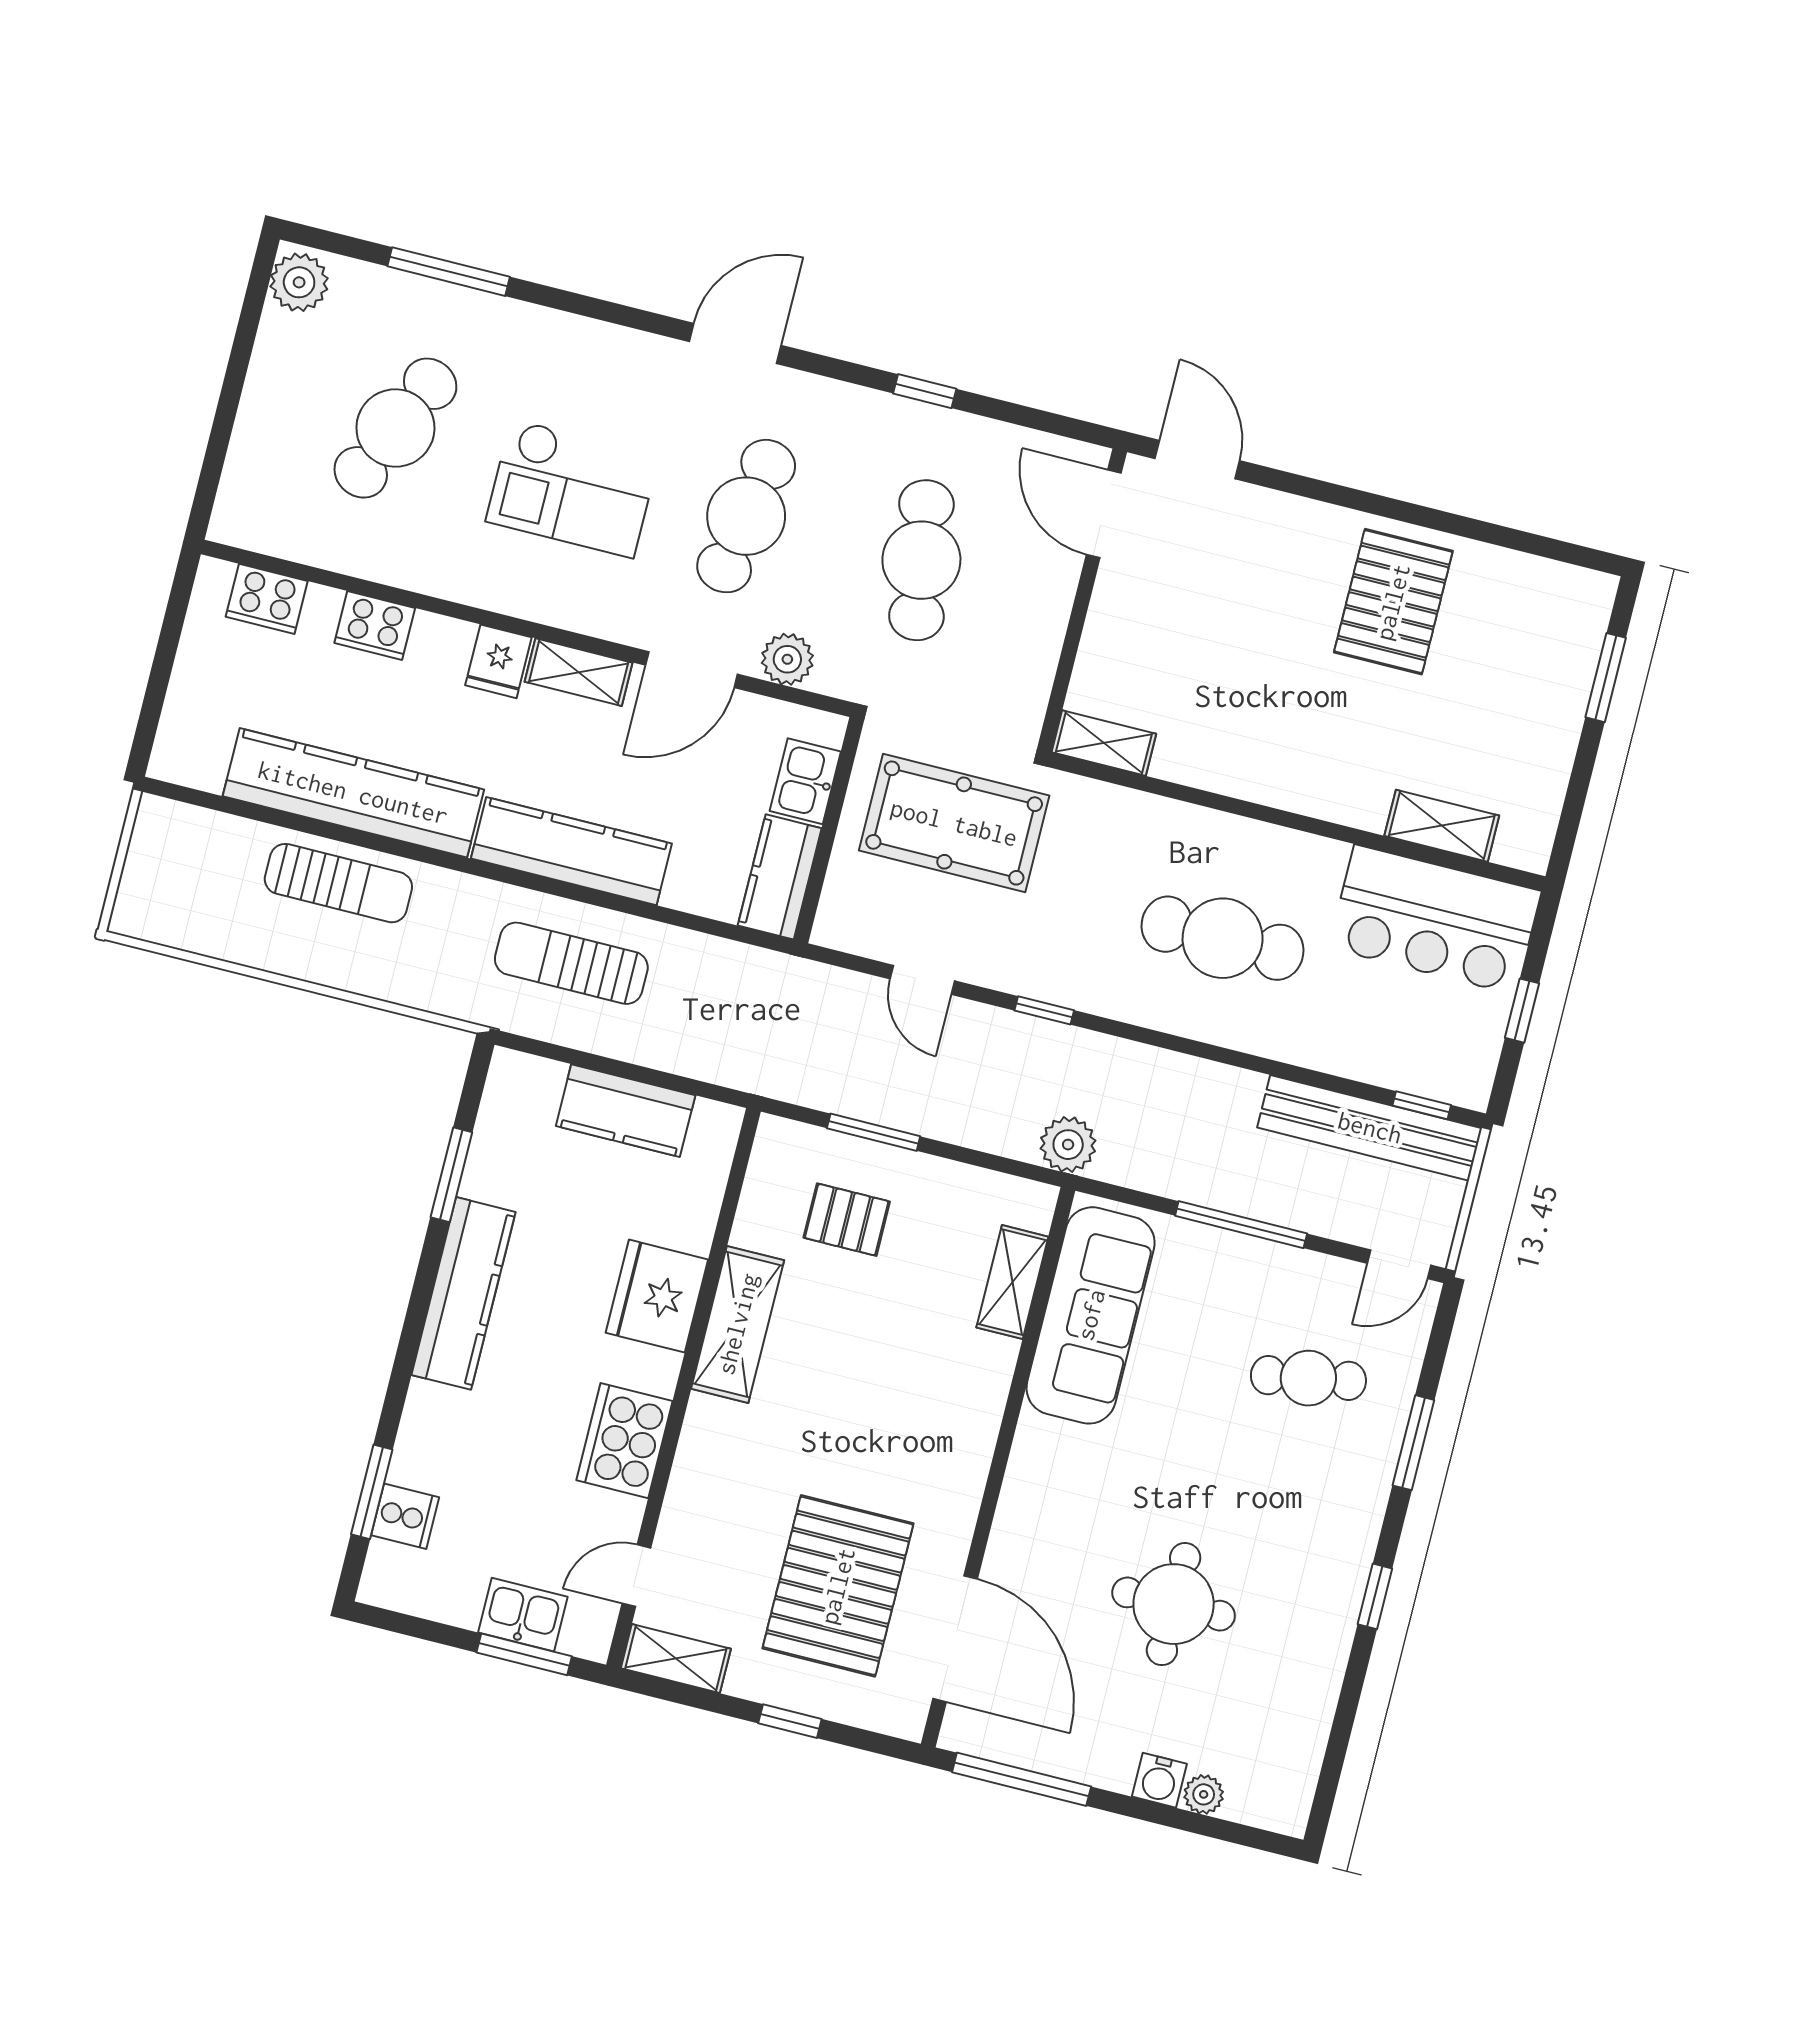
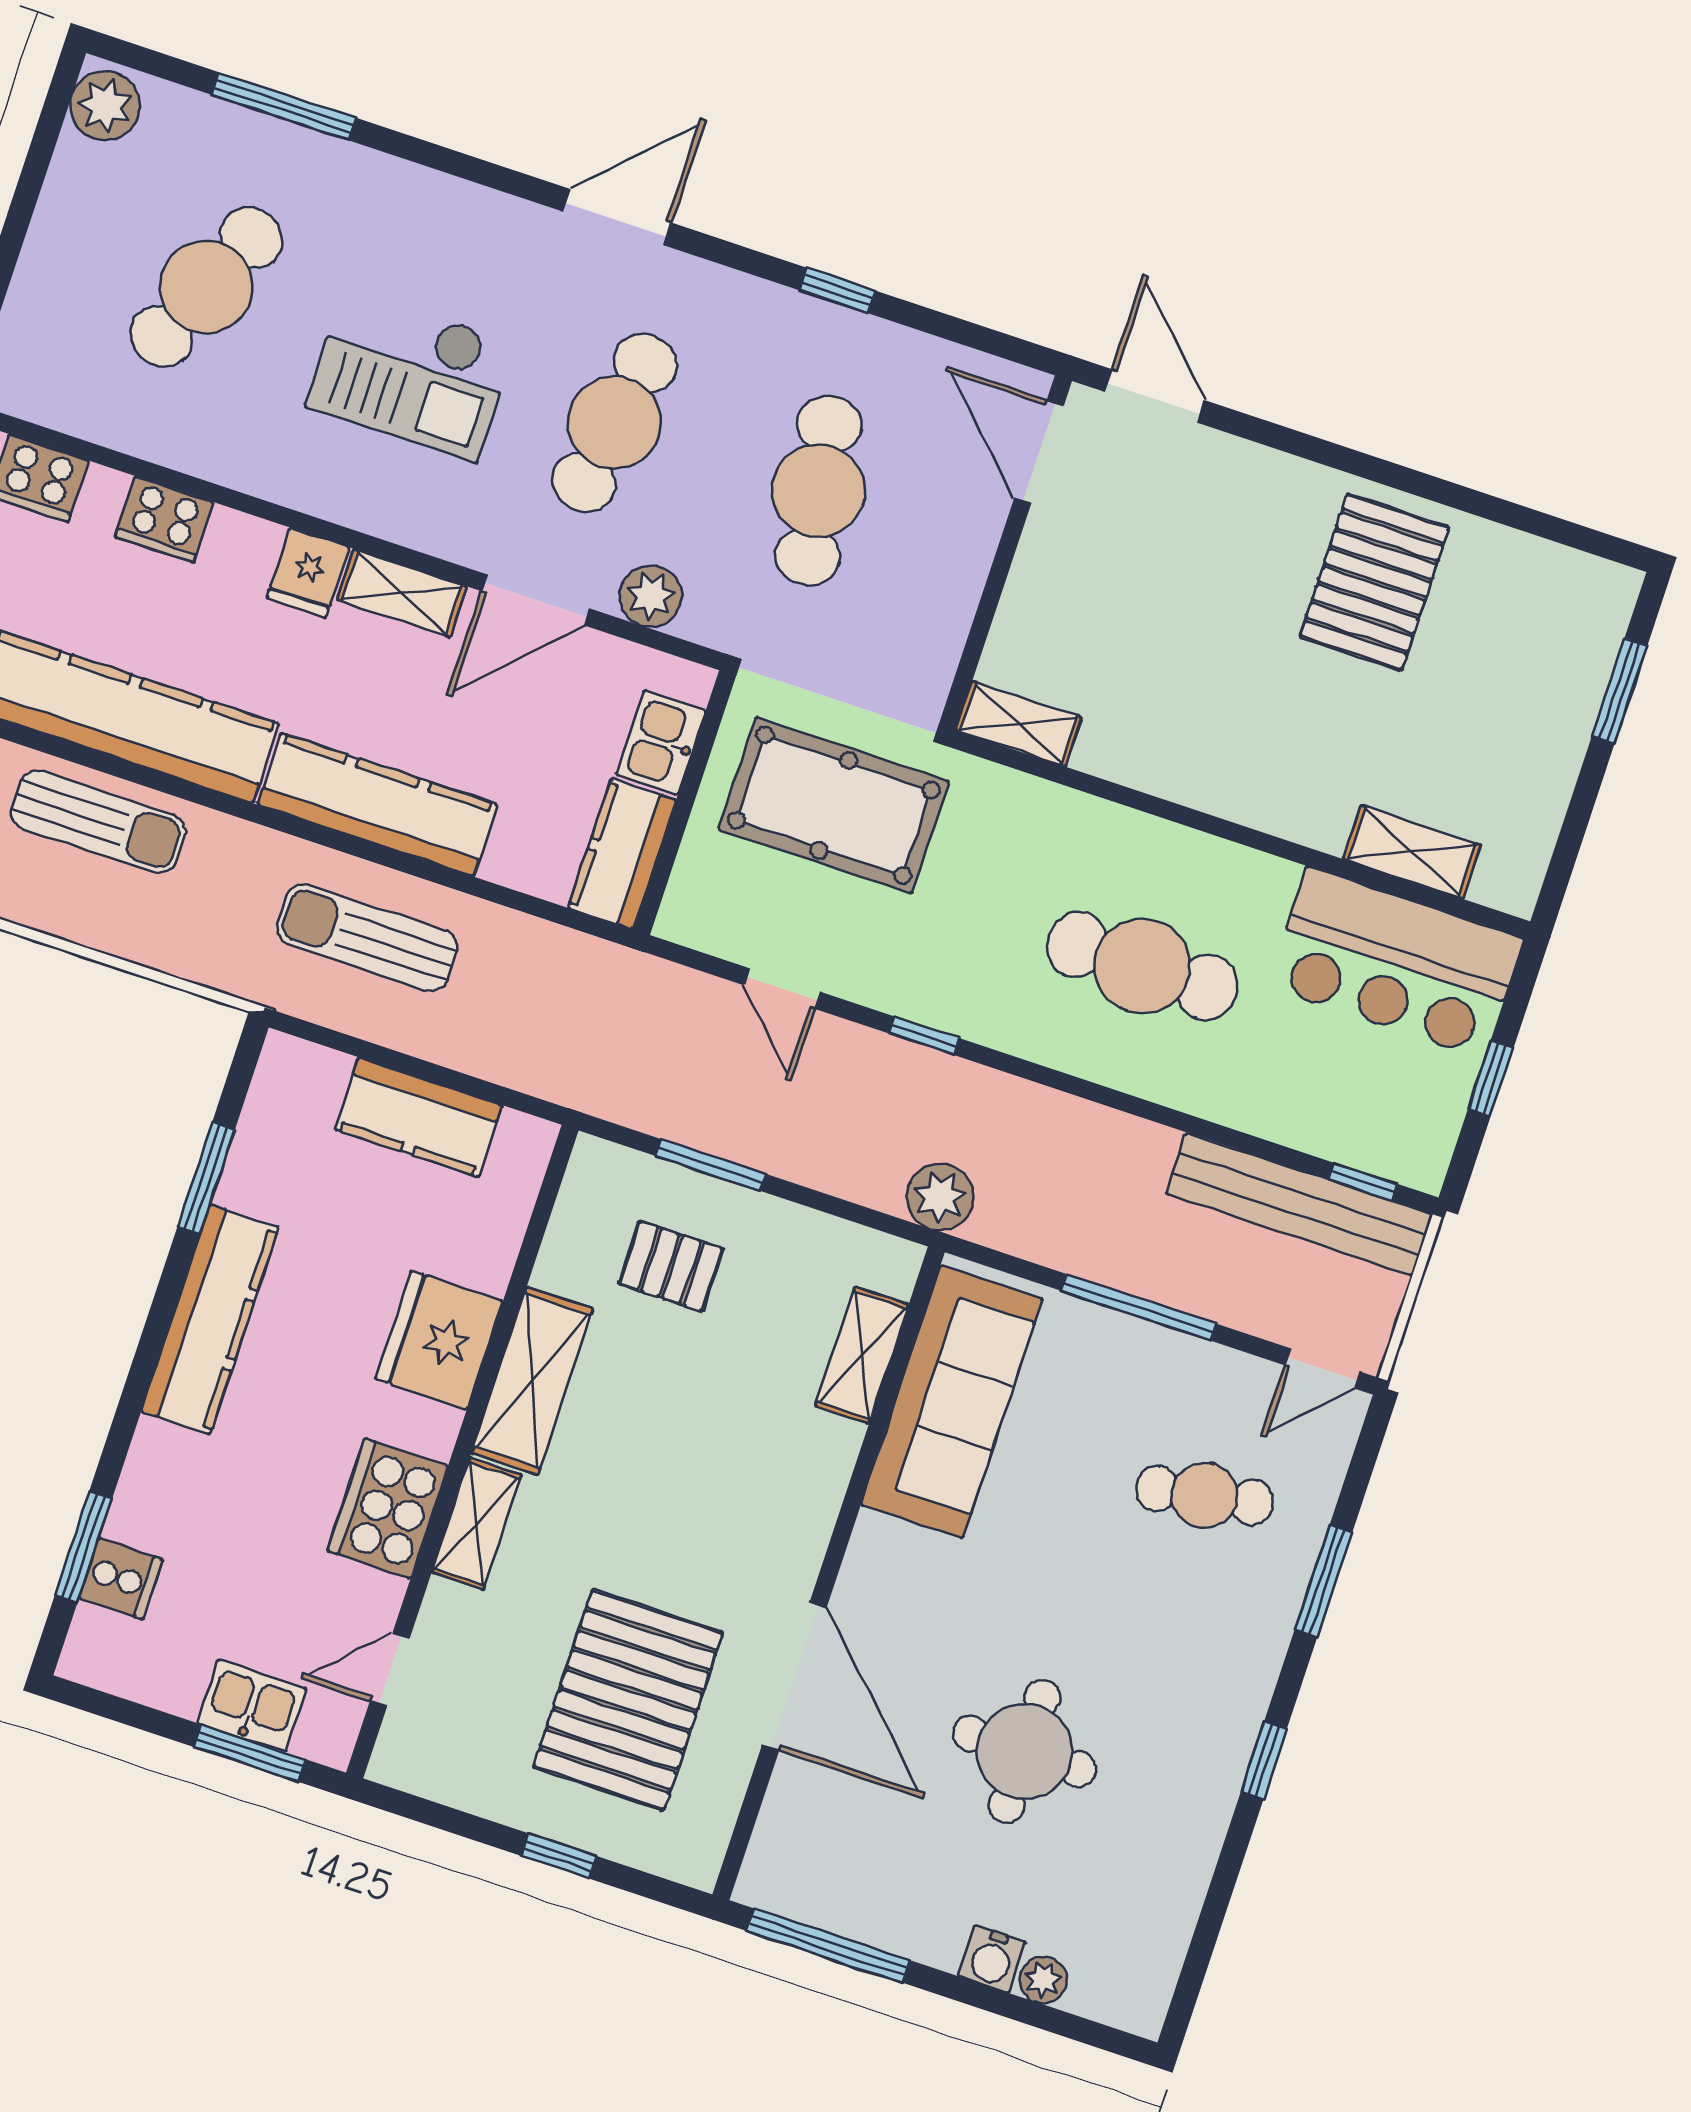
door: (955, 1639) -> (794, 1676), moved
shelving: (676, 1659) -> (477, 1524), moved, turned 90

